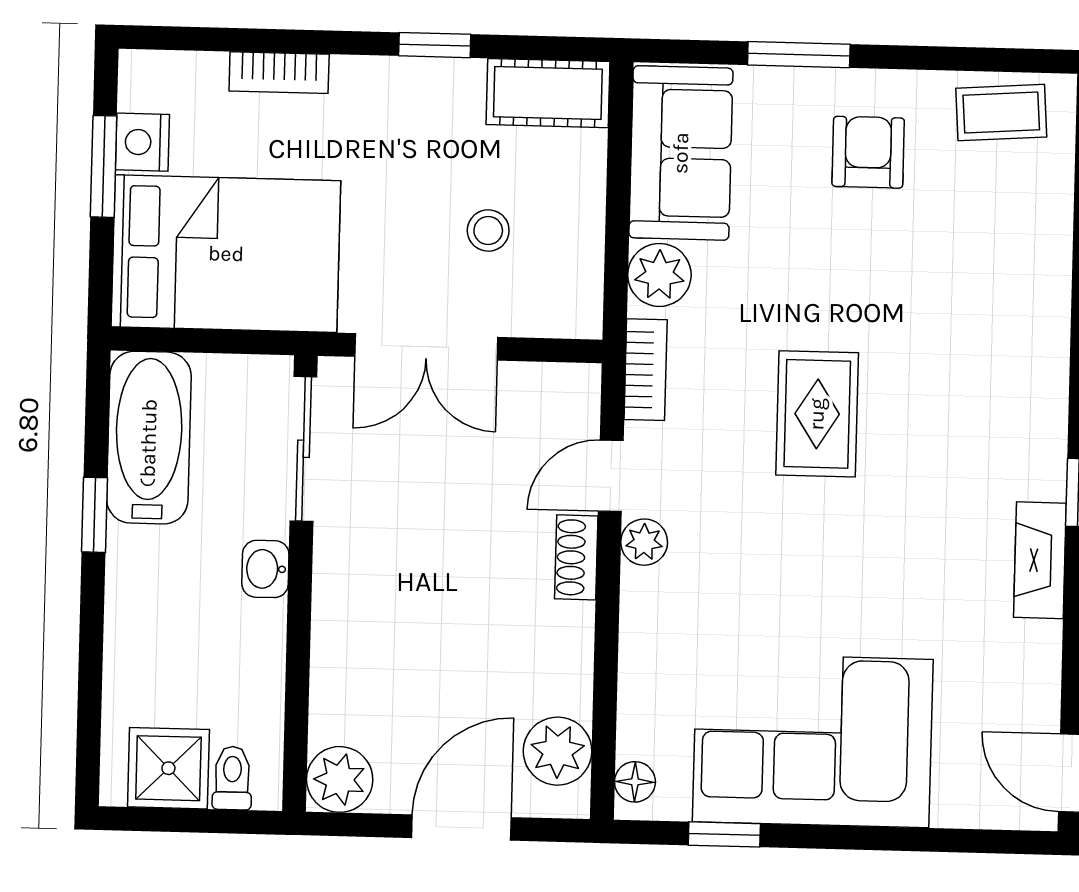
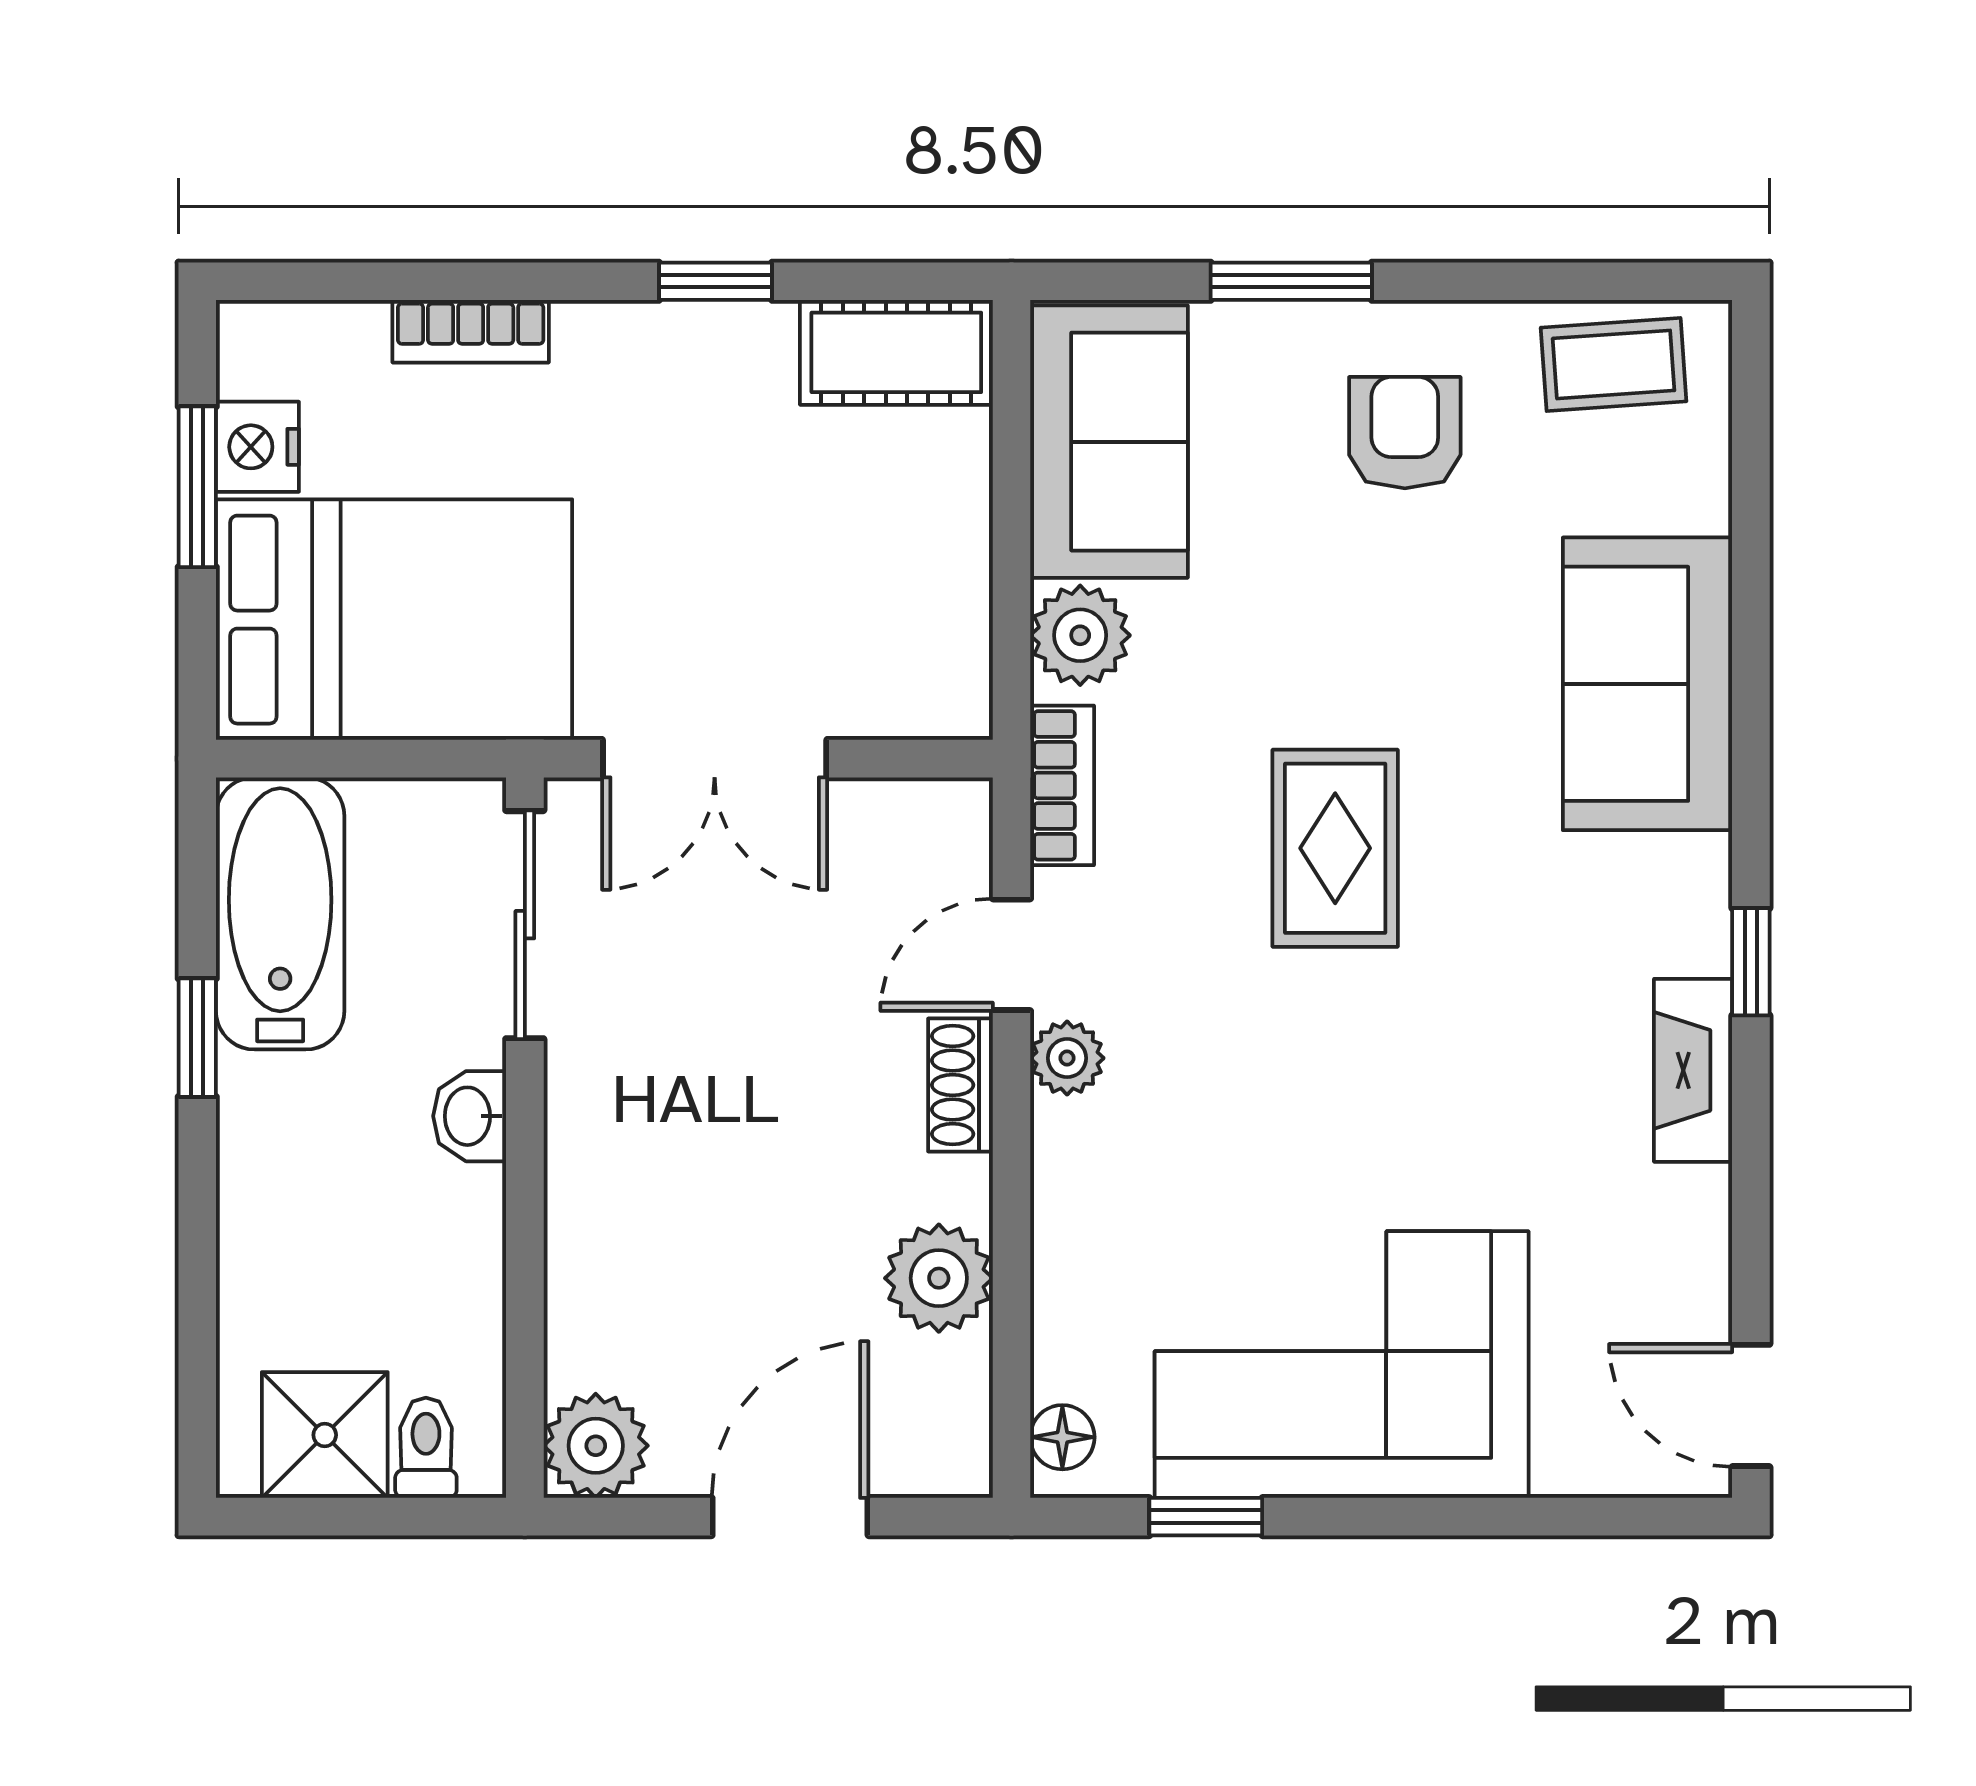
stool: (488, 231) -> (808, 572), removed
sofa: (1017, 315) -> (1648, 684), added
plant: (558, 751) -> (939, 1278), moved

